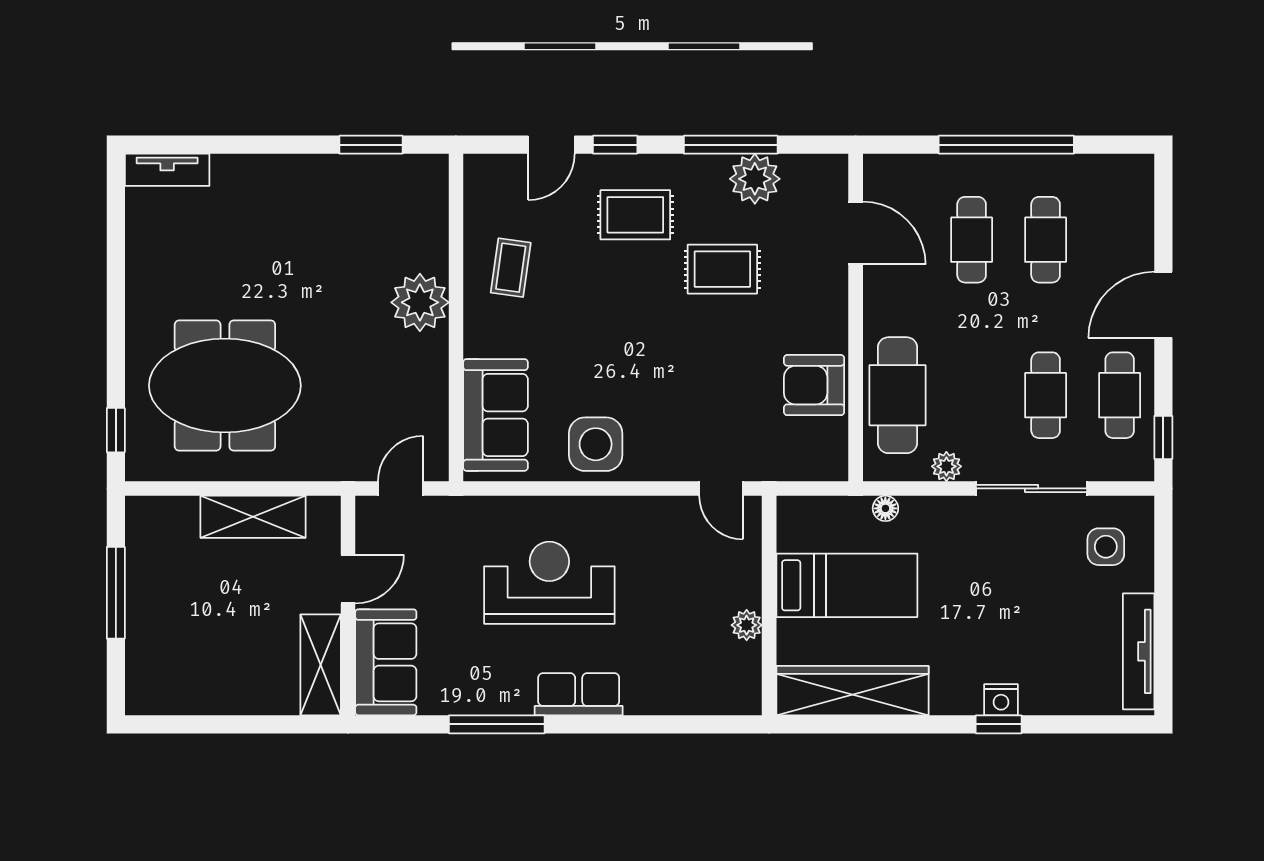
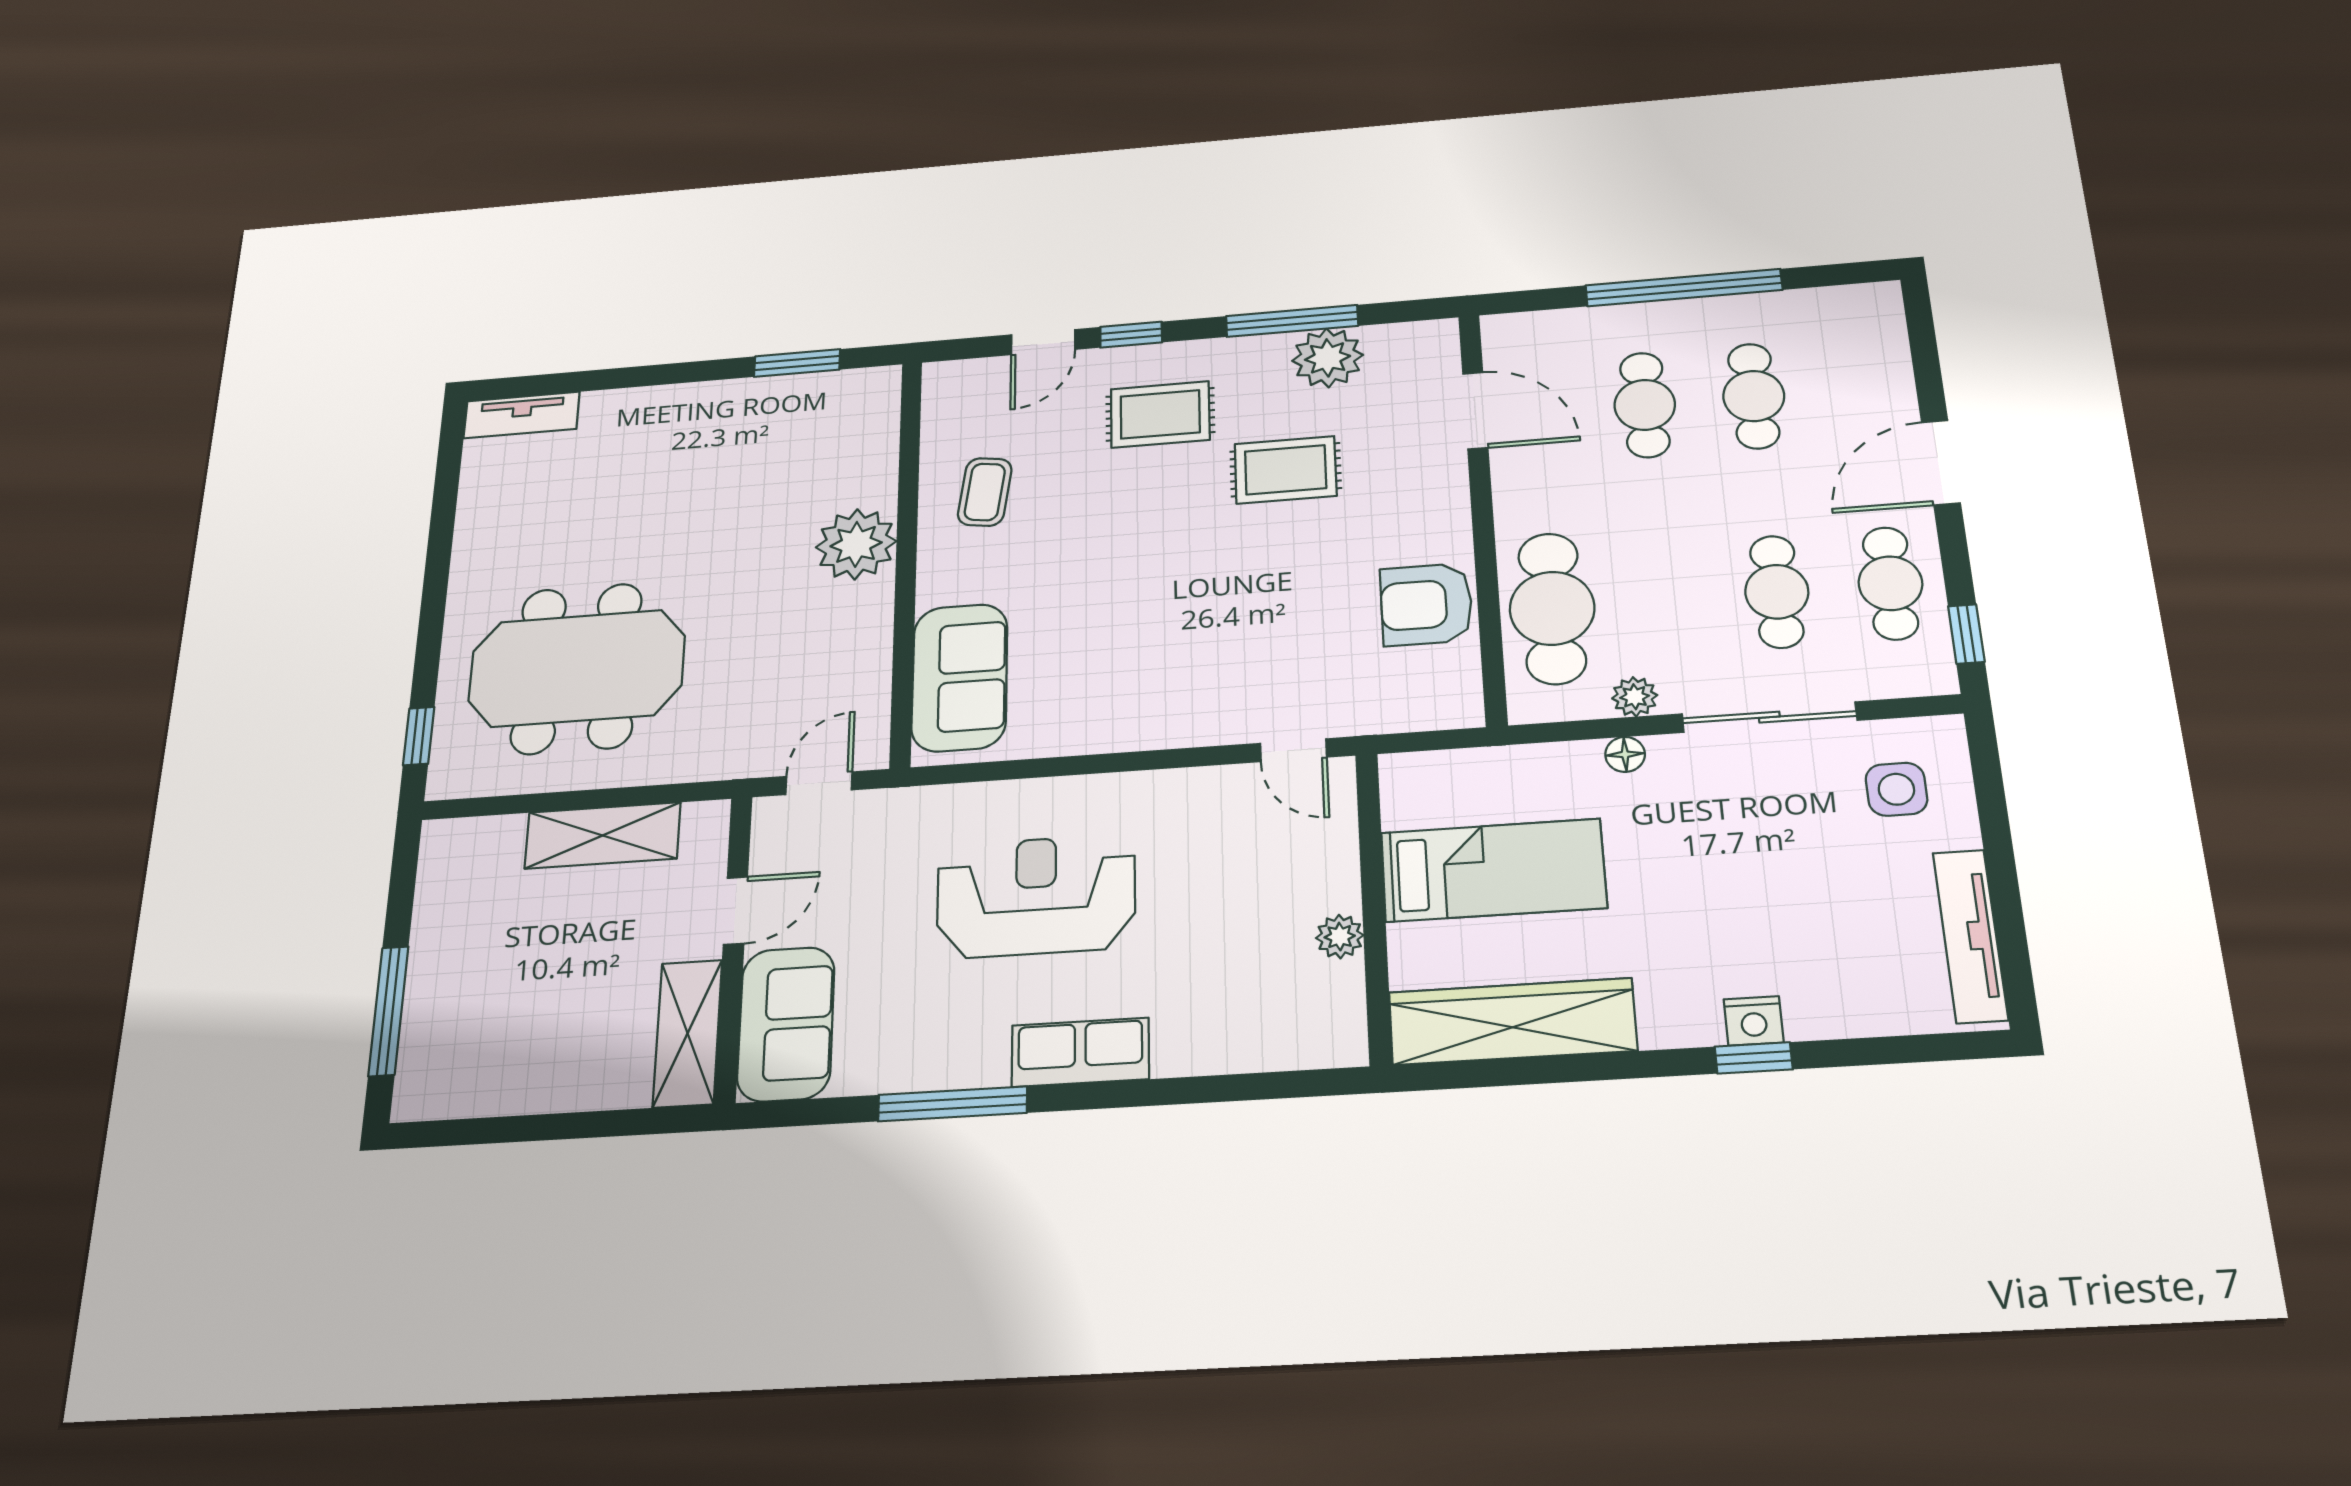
side table: (596, 444) -> (1105, 705), removed
floor lamp: (885, 508) -> (1625, 754), moved
window: (116, 593) -> (388, 1011), moved

